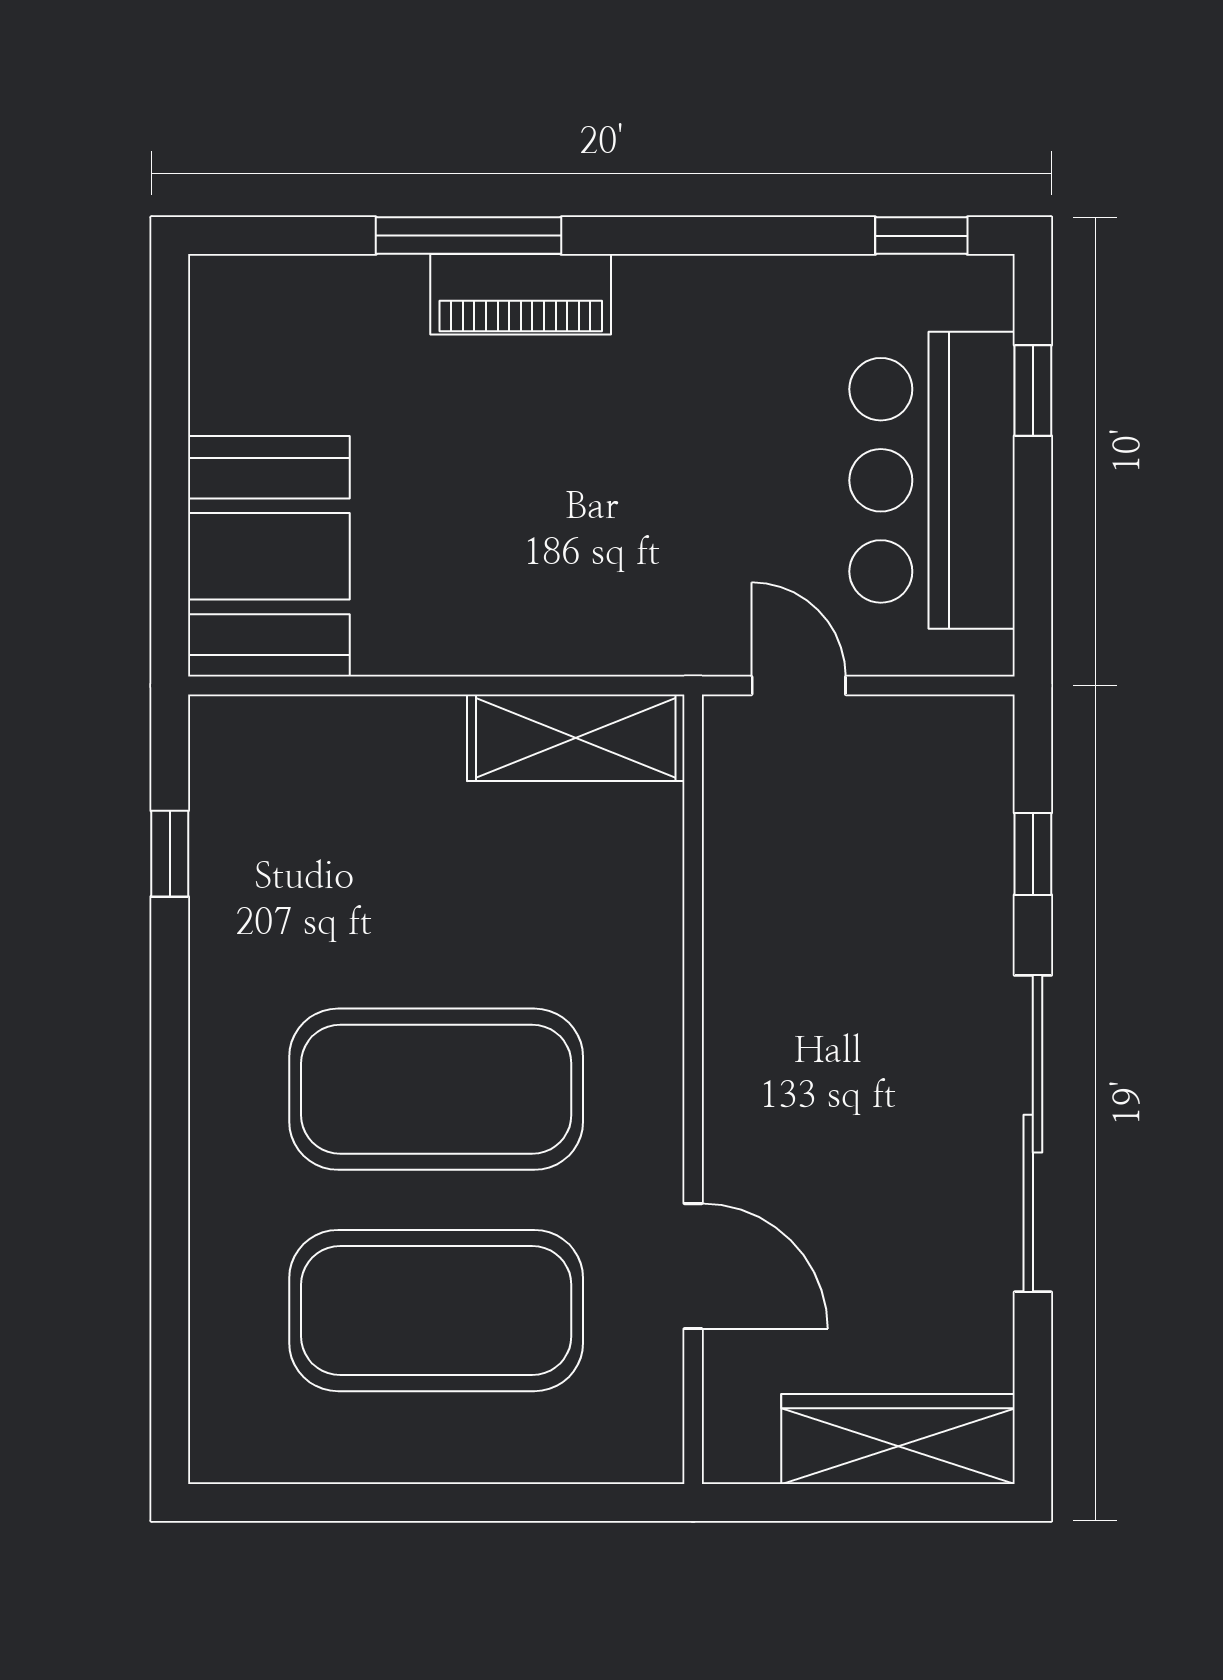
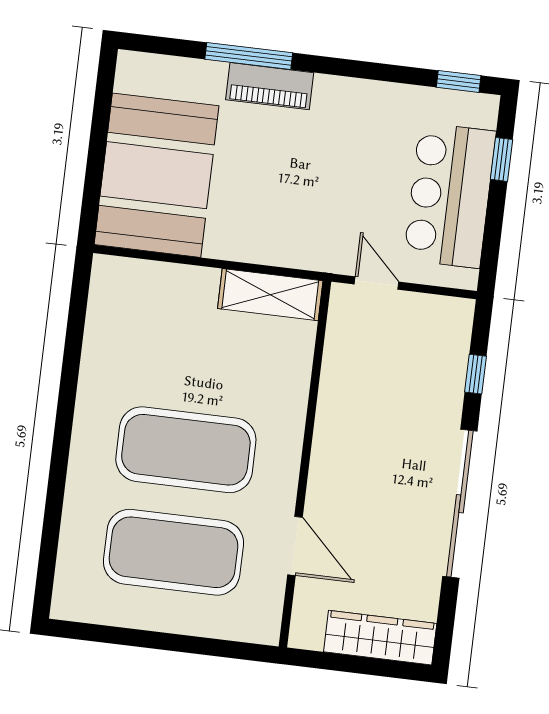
booth: (269, 556) -> (157, 175), width x1.36, depth x1.42
window: (170, 854) -> (76, 326), removed

